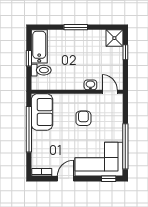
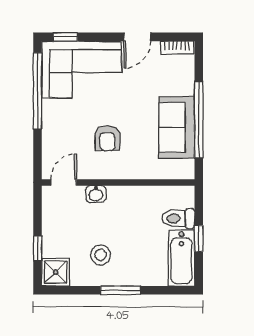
stool: (88, 48) -> (101, 255), added
door: (110, 92) -> (64, 182), swing flipped
sofa: (42, 112) -> (177, 128), moved

